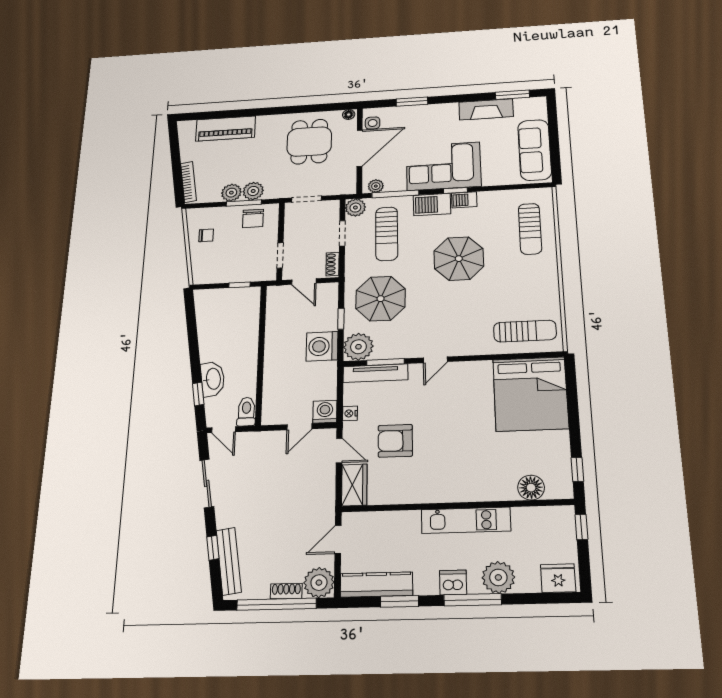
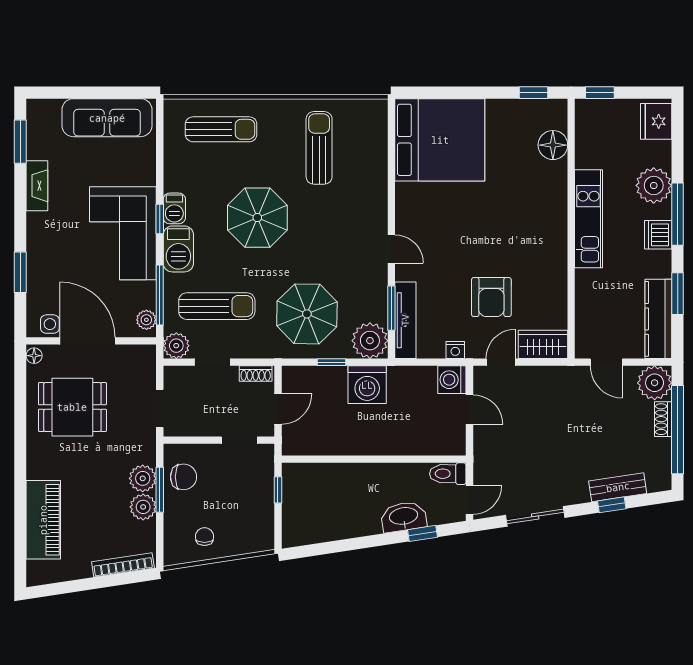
fireplace: (486, 109) -> (37, 186), width x0.73, depth x0.76
sun lounger: (525, 331) -> (319, 148), moved
bench: (229, 561) -> (618, 487), width x0.73

